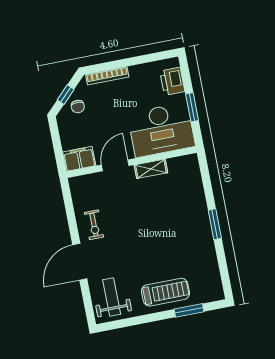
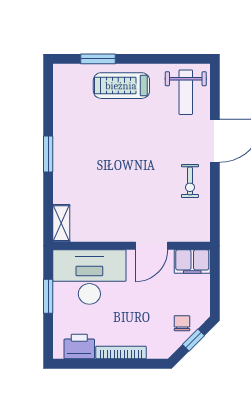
bookcase: (107, 76) -> (121, 353), moved
printer: (172, 81) -> (79, 346), moved, turned -90
shelving: (151, 169) -> (61, 223), moved, turned 90
exercise bike: (94, 225) -> (190, 181), turned 180

